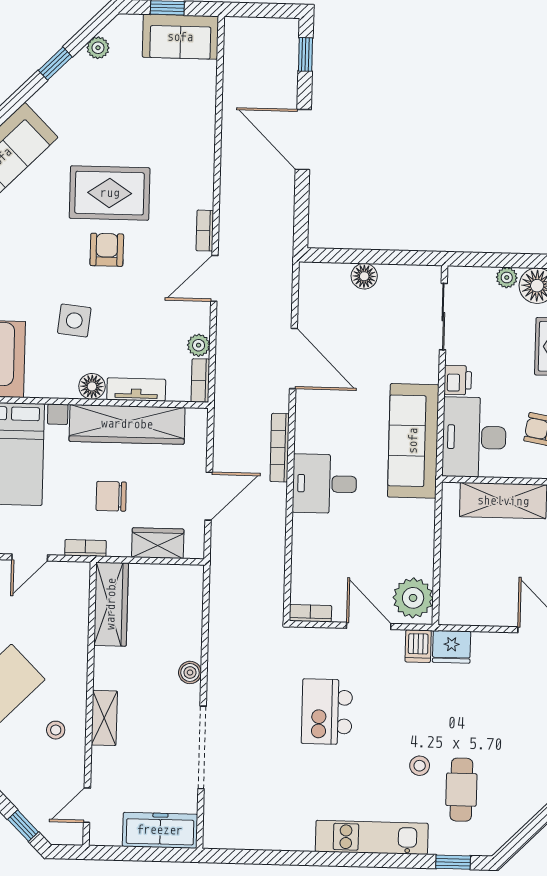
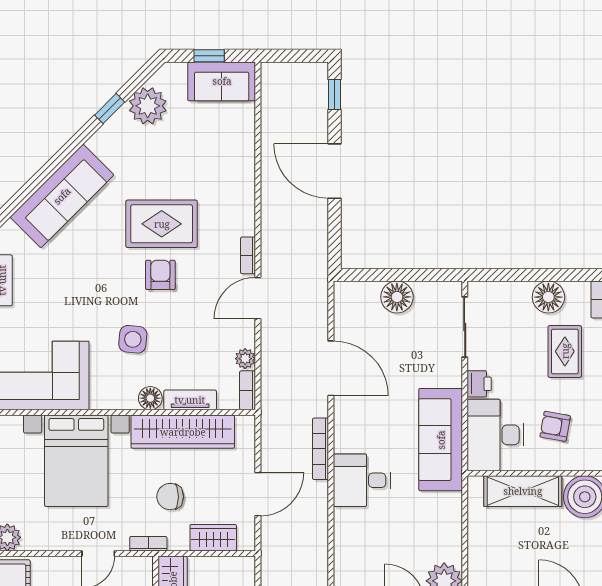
plant: (98, 48) -> (148, 106), width x1.87, depth x1.87
floor lamp: (364, 276) -> (397, 297), width x1.38, depth x1.38
plant: (507, 277) -> (521, 290), removed

